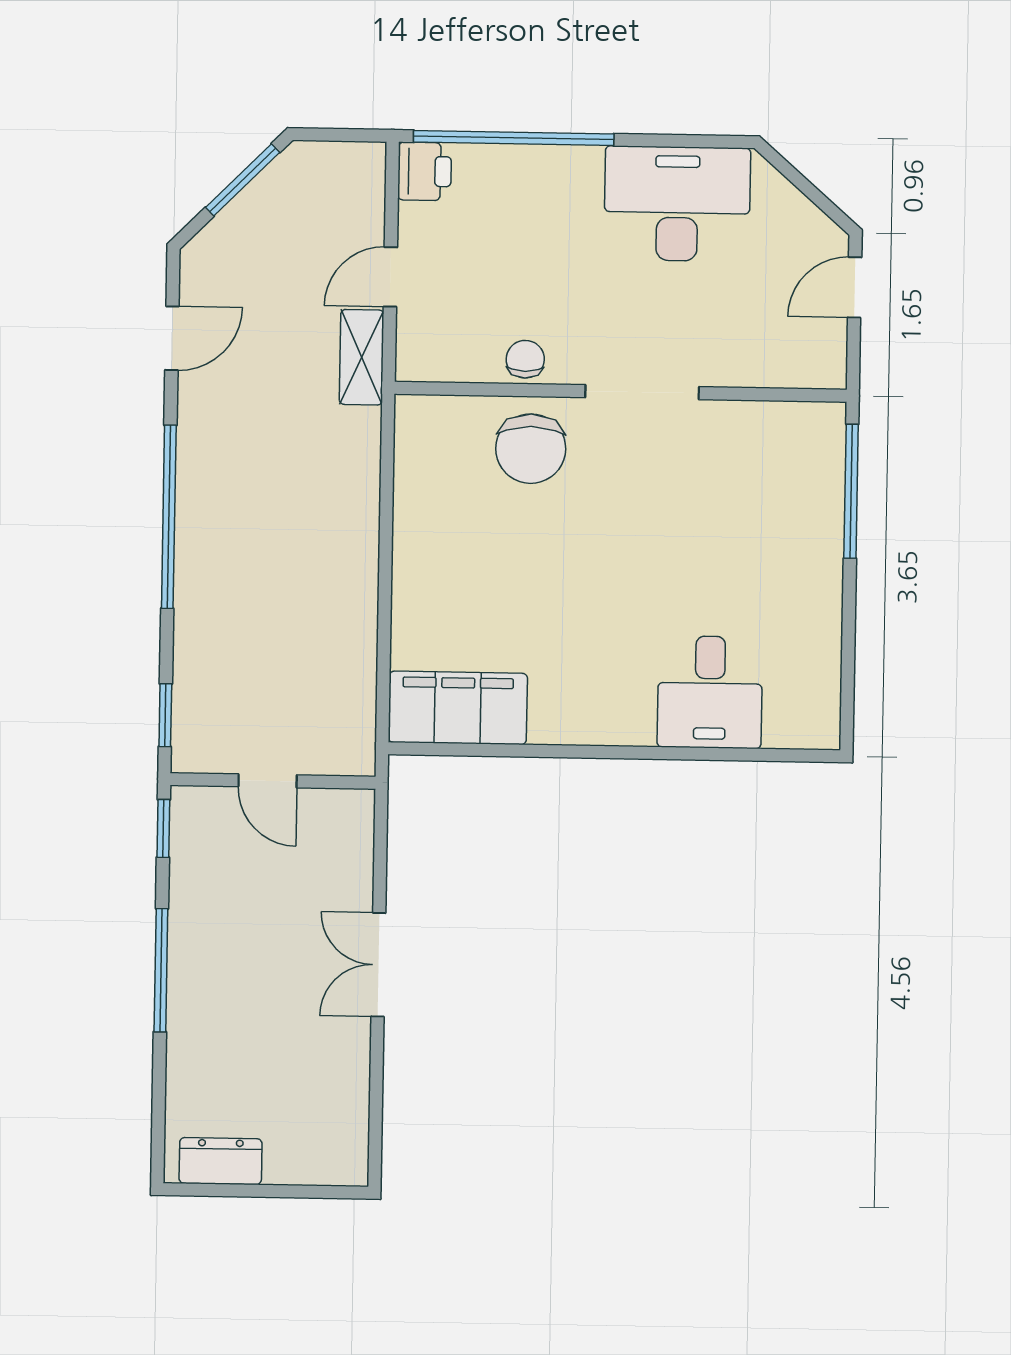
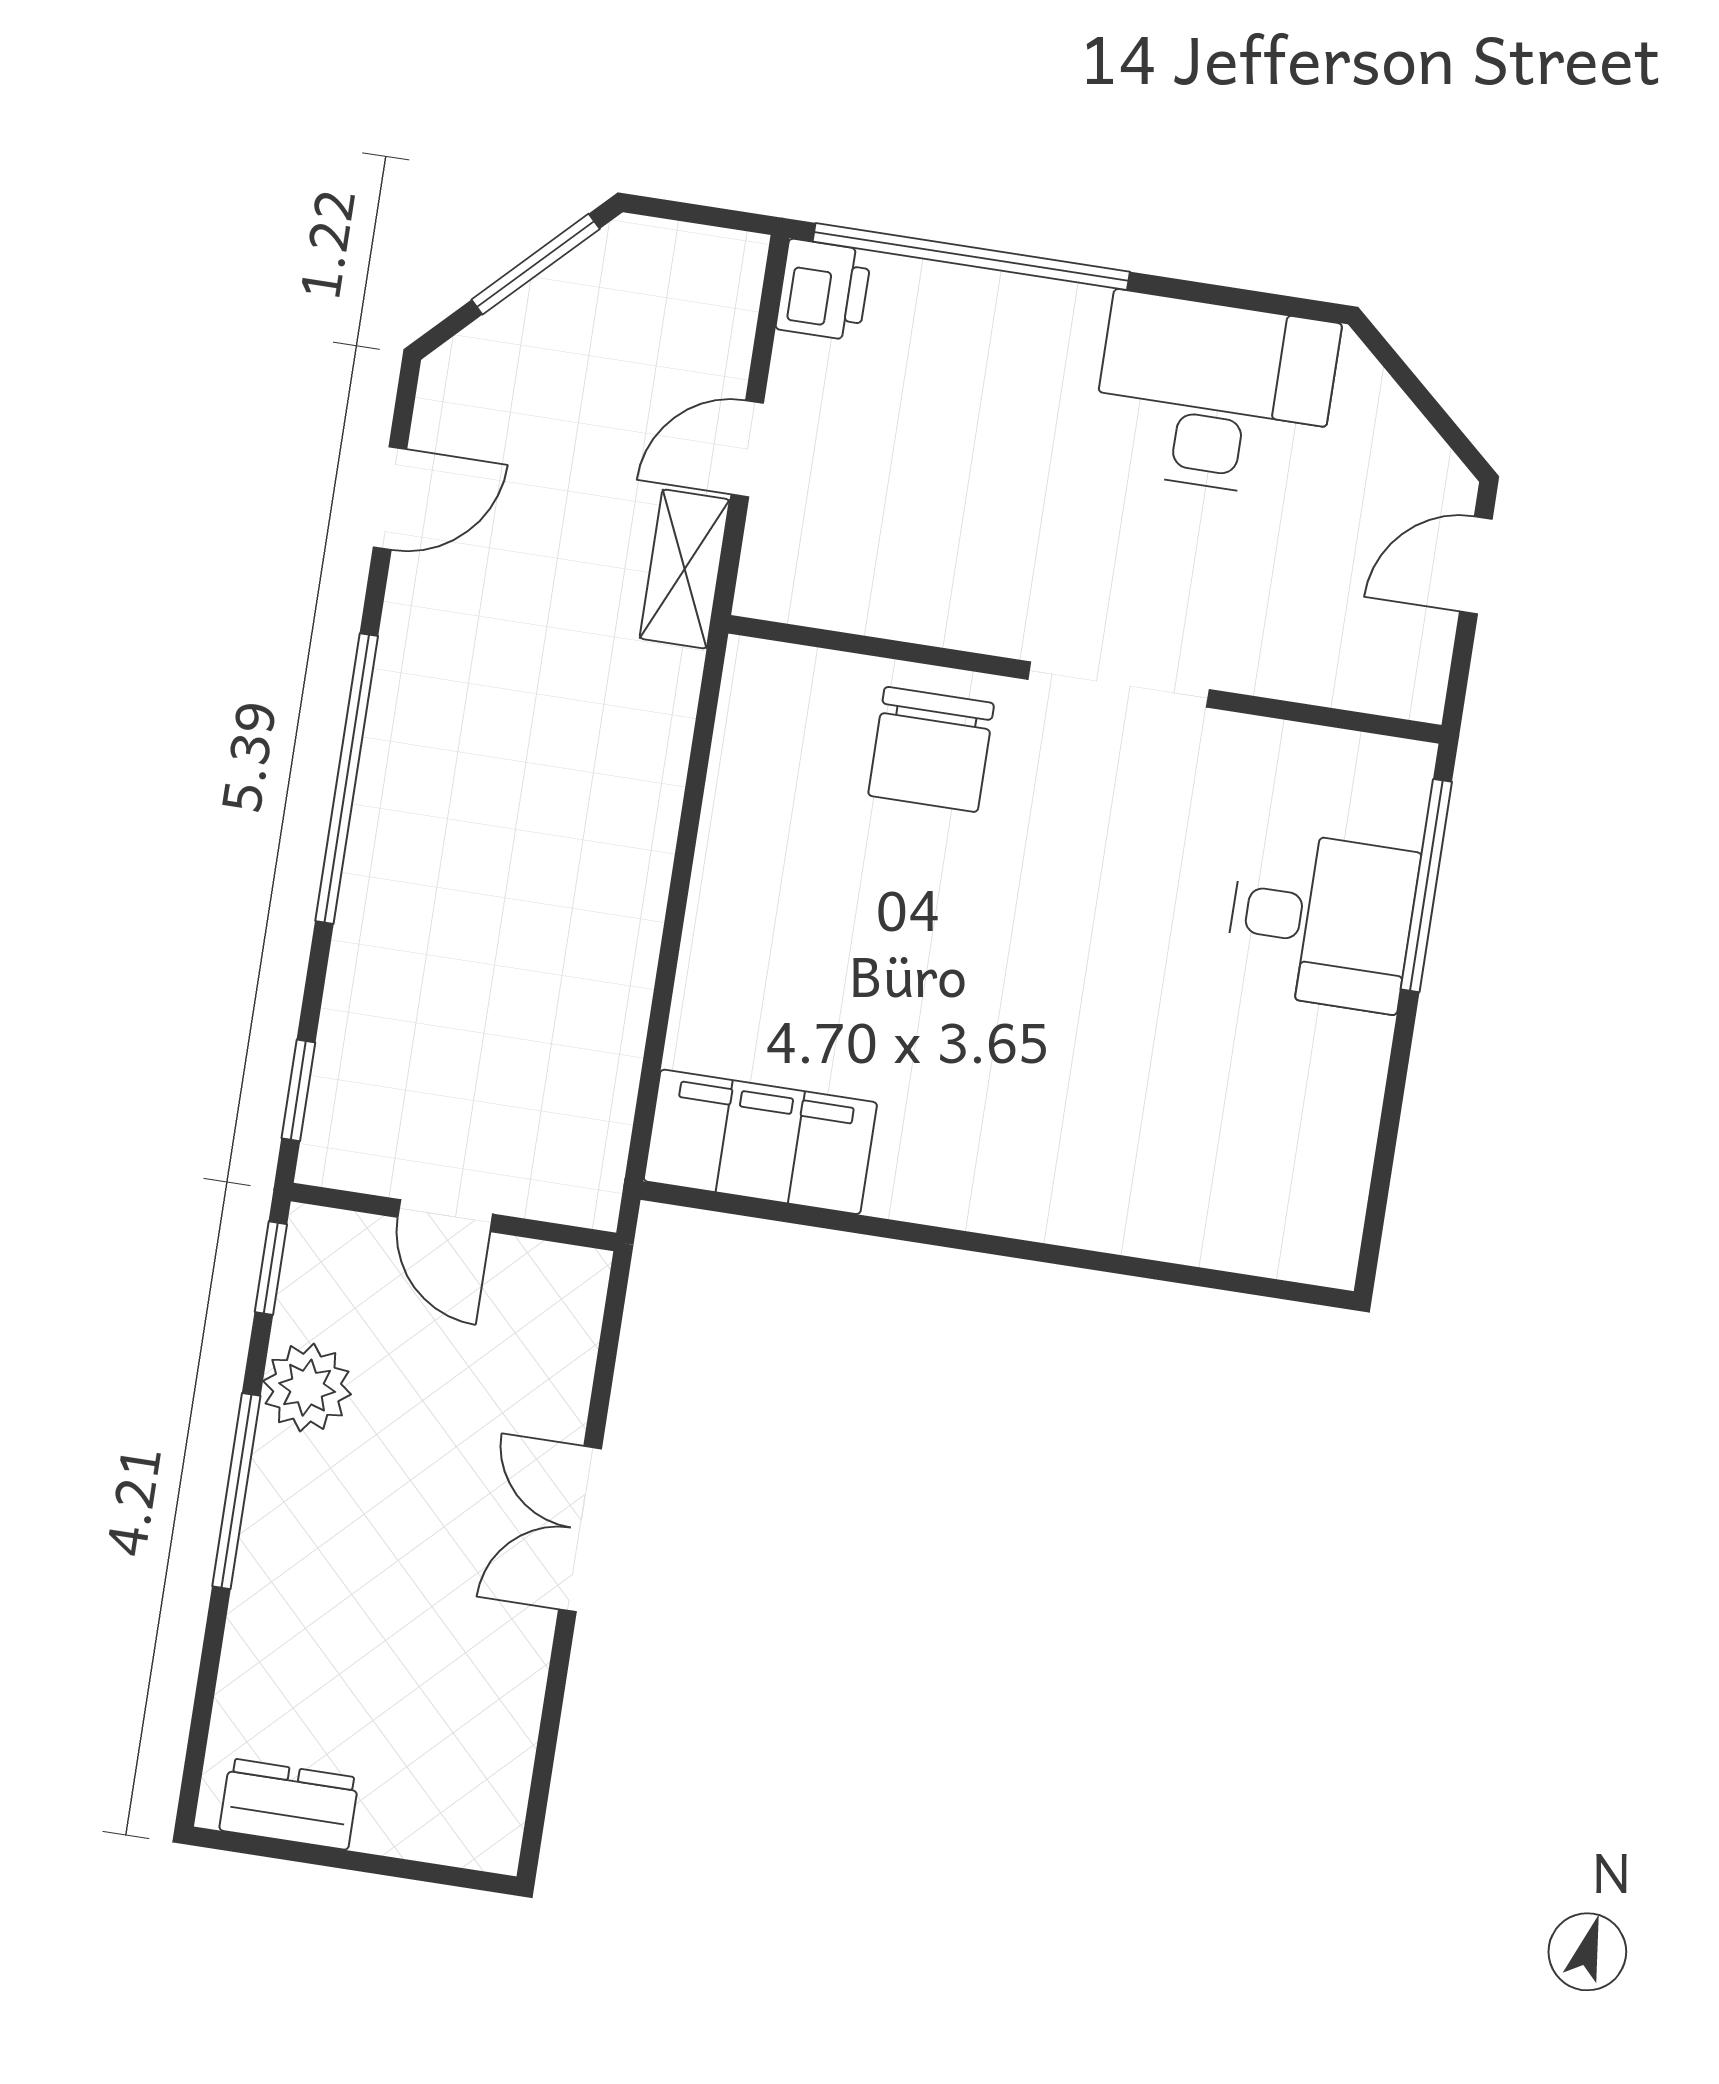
chair: (525, 359) -> (942, 607), removed
desk: (710, 692) -> (1321, 921), moved, turned -90
plant: (196, 900) -> (307, 1388), added

